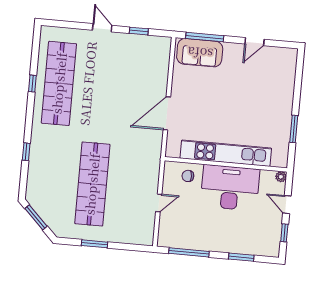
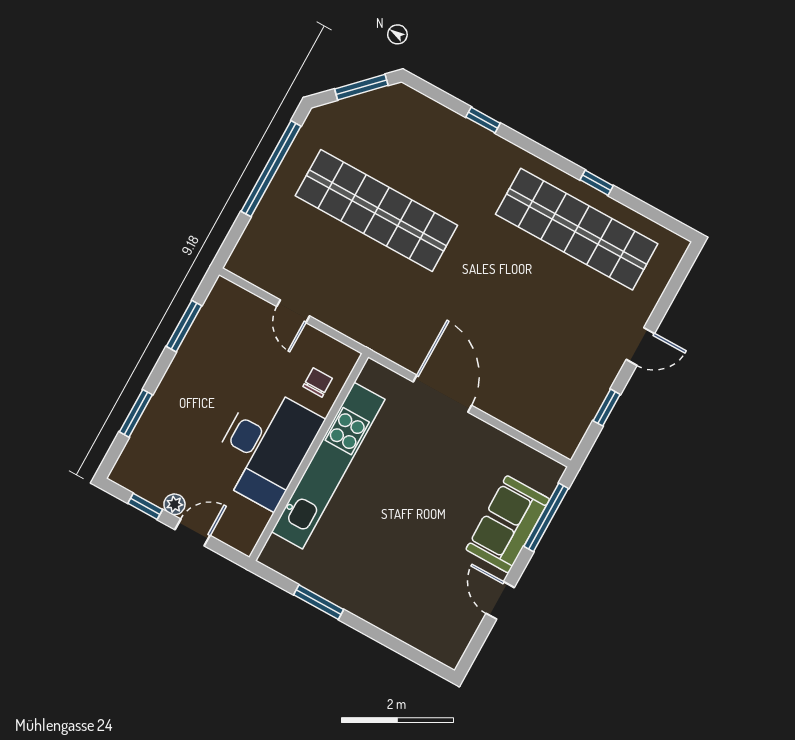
sofa: (200, 53) -> (508, 524), moved
plant: (281, 177) -> (174, 504), moved
window: (95, 244) -> (271, 169), width x2.11
window: (189, 252) -> (184, 326), width x0.69

